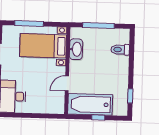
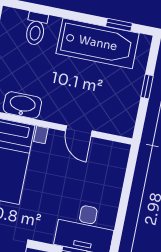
bathtub: (90, 104) -> (98, 43), moved, turned -90

